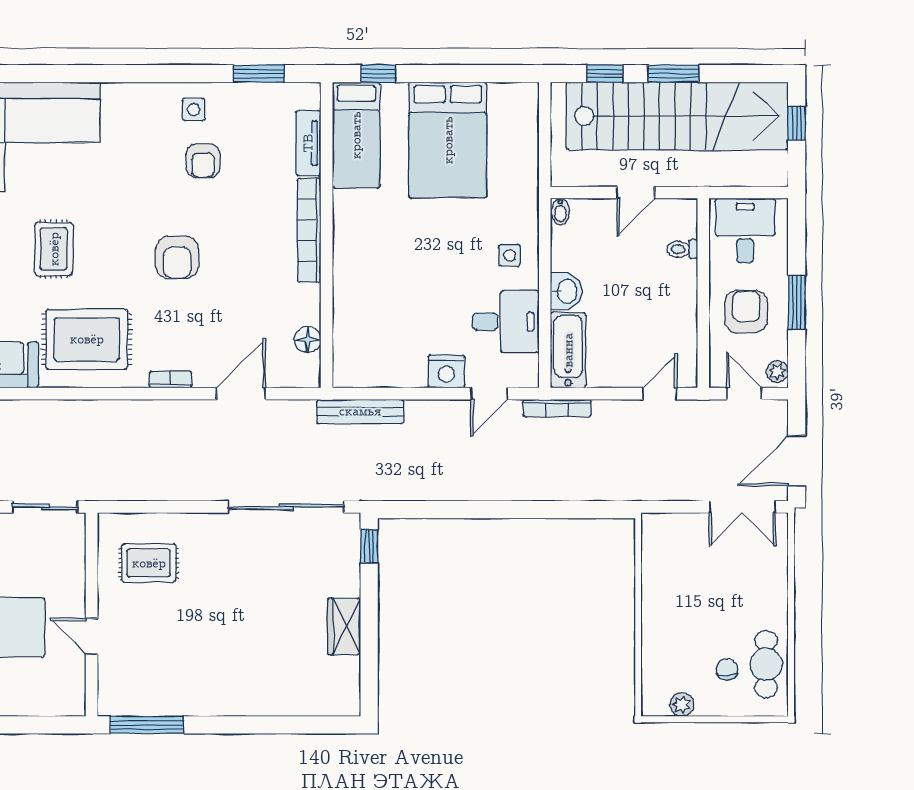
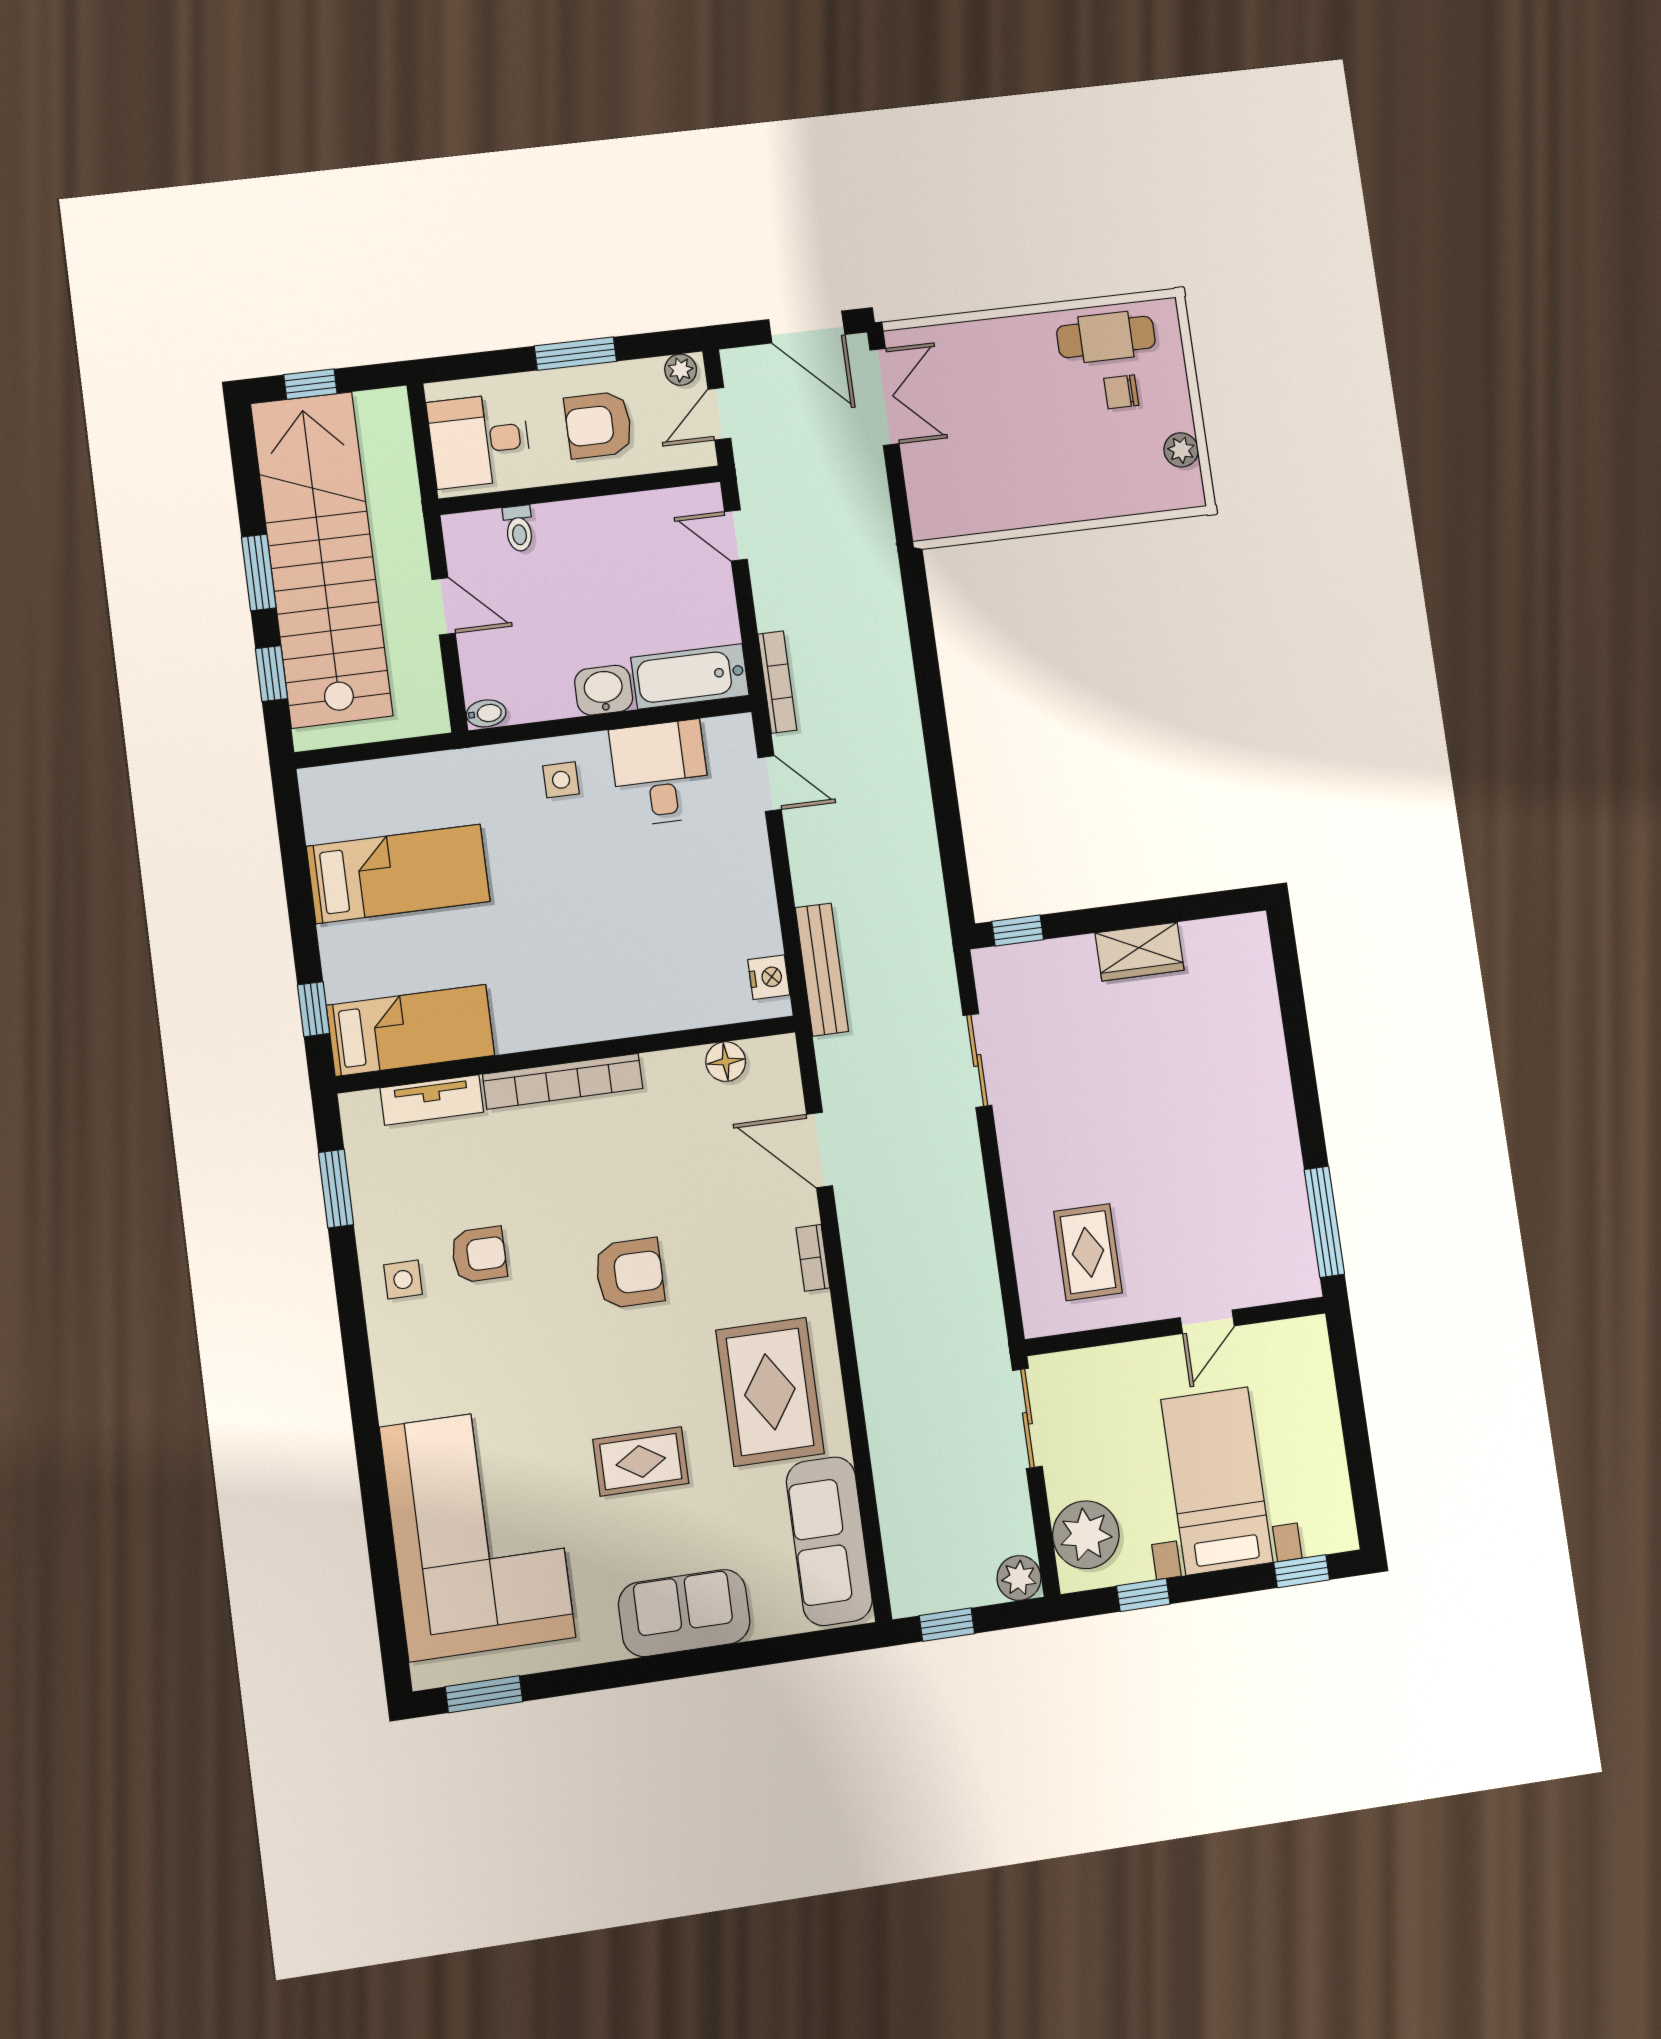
bed: (448, 140) -> (398, 874), width x0.67
nightstand: (446, 371) -> (769, 977), moved, width x0.74, depth x0.75
sliding door: (286, 507) -> (977, 1060), width x0.54

